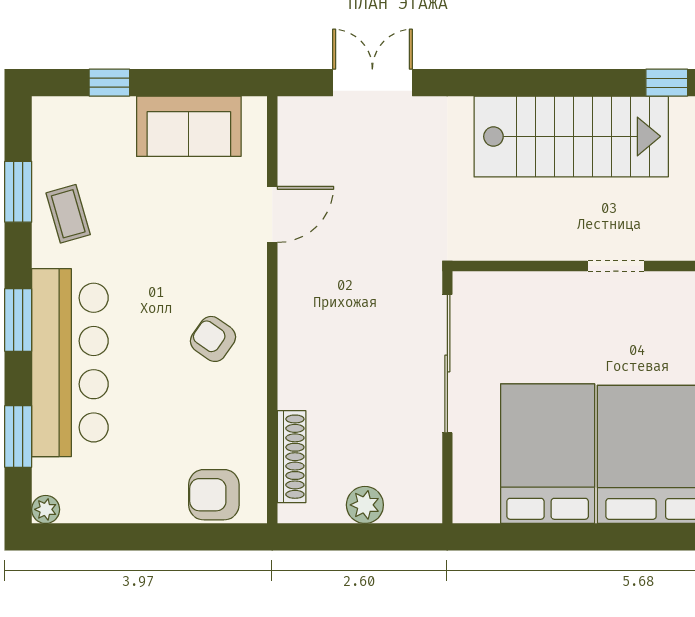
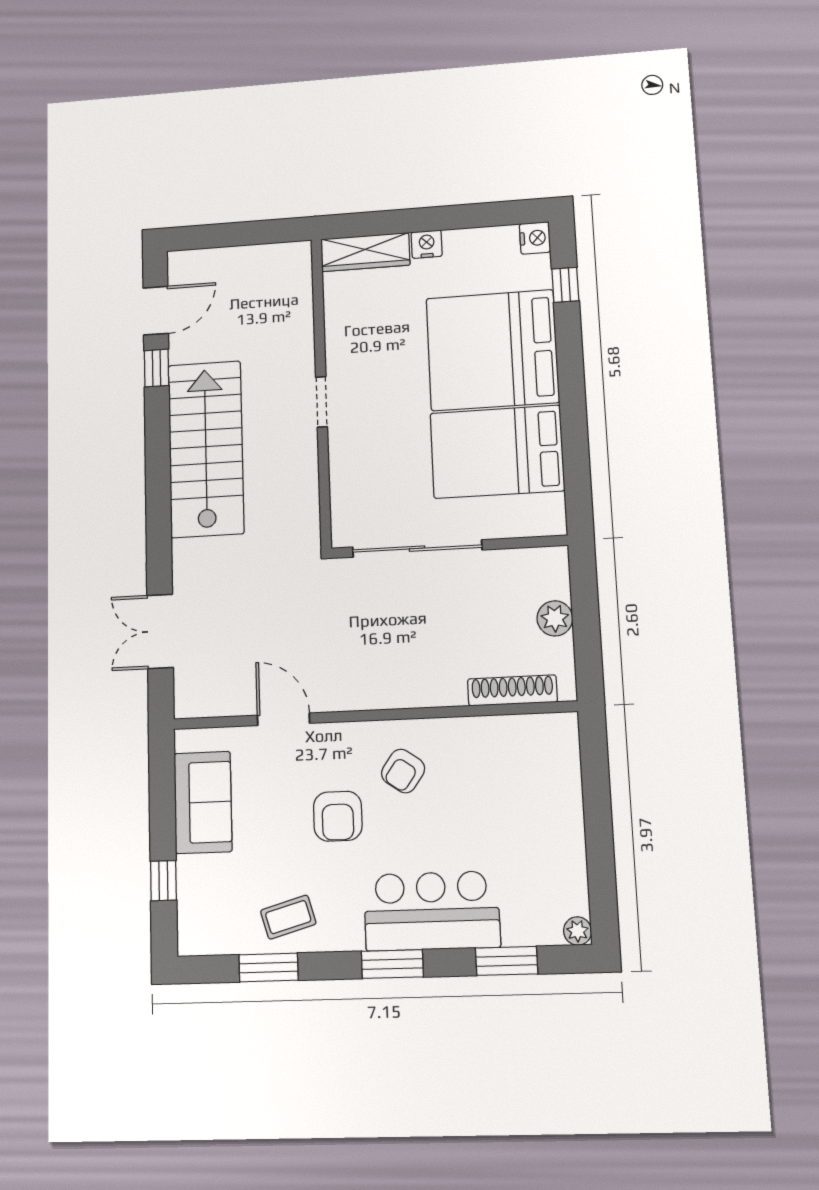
bar counter: (70, 363) -> (432, 911), width x0.73
armchair: (214, 495) -> (338, 816), moved

